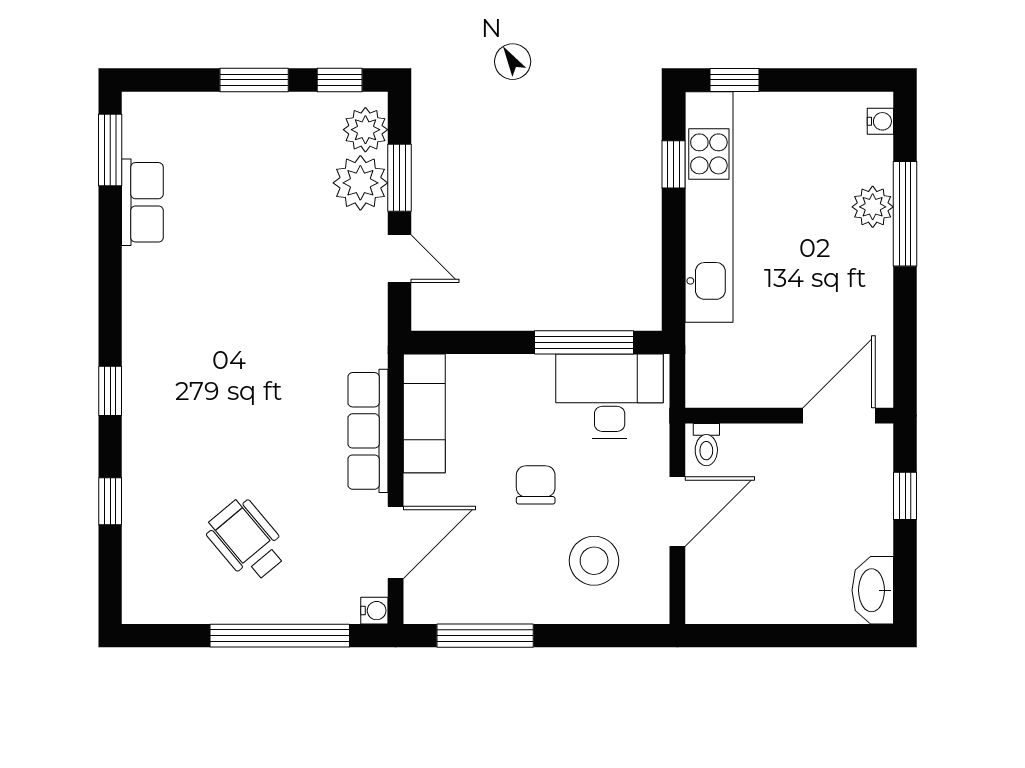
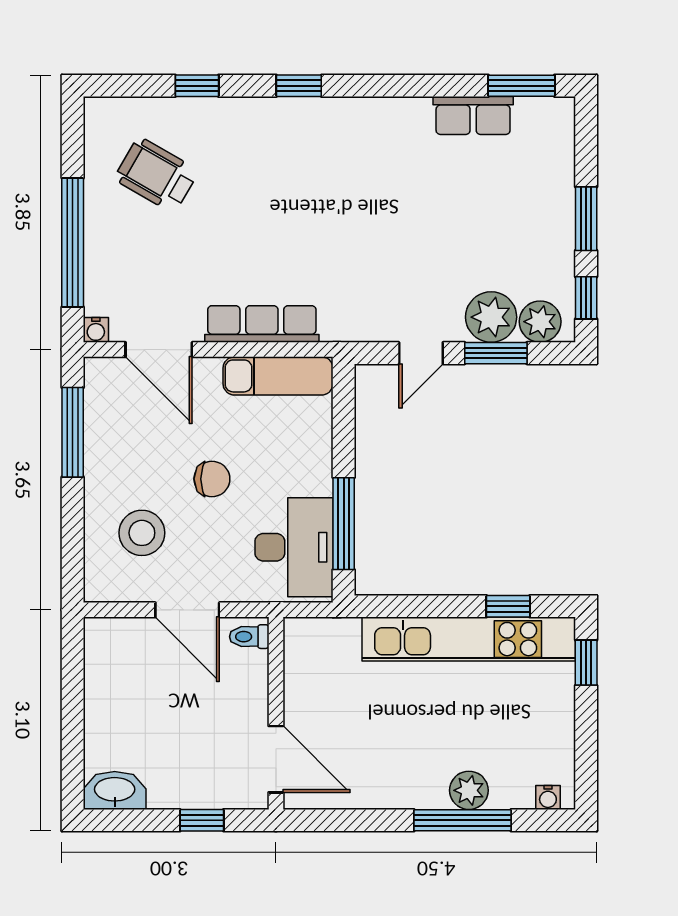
wheelchair: (247, 540) -> (156, 175), moved, turned -110

